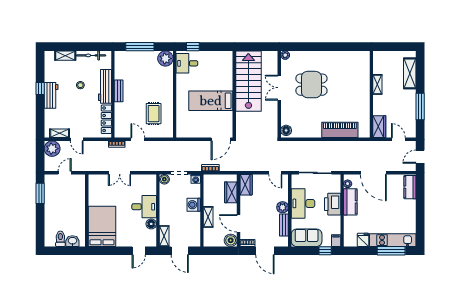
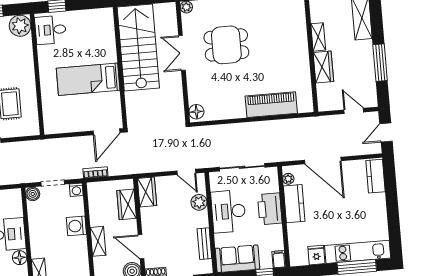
wardrobe: (379, 127) -> (323, 67), moved
plant: (283, 207) -> (199, 202), moved

